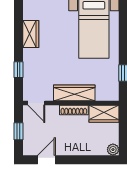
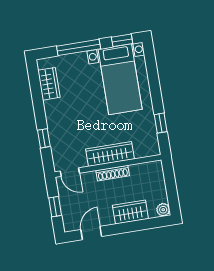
wardrobe: (31, 34) -> (49, 84), moved
wardrobe: (104, 114) -> (130, 212), moved, turned 180

